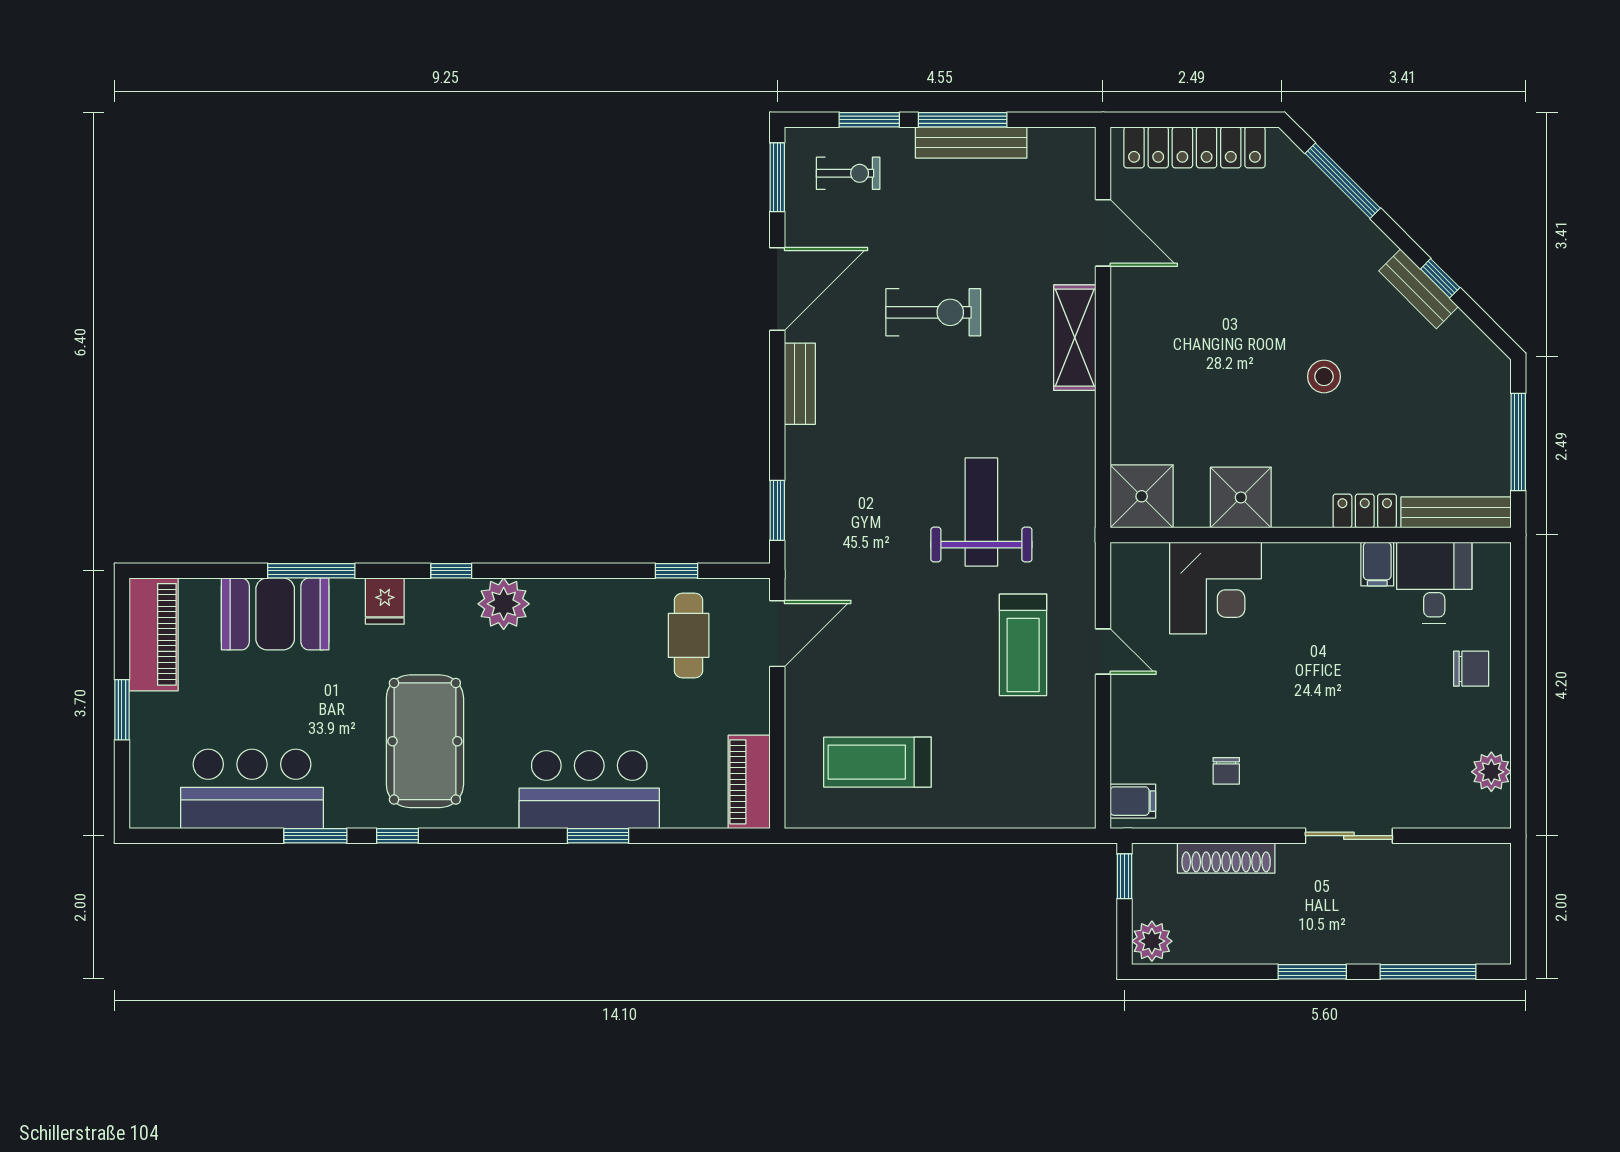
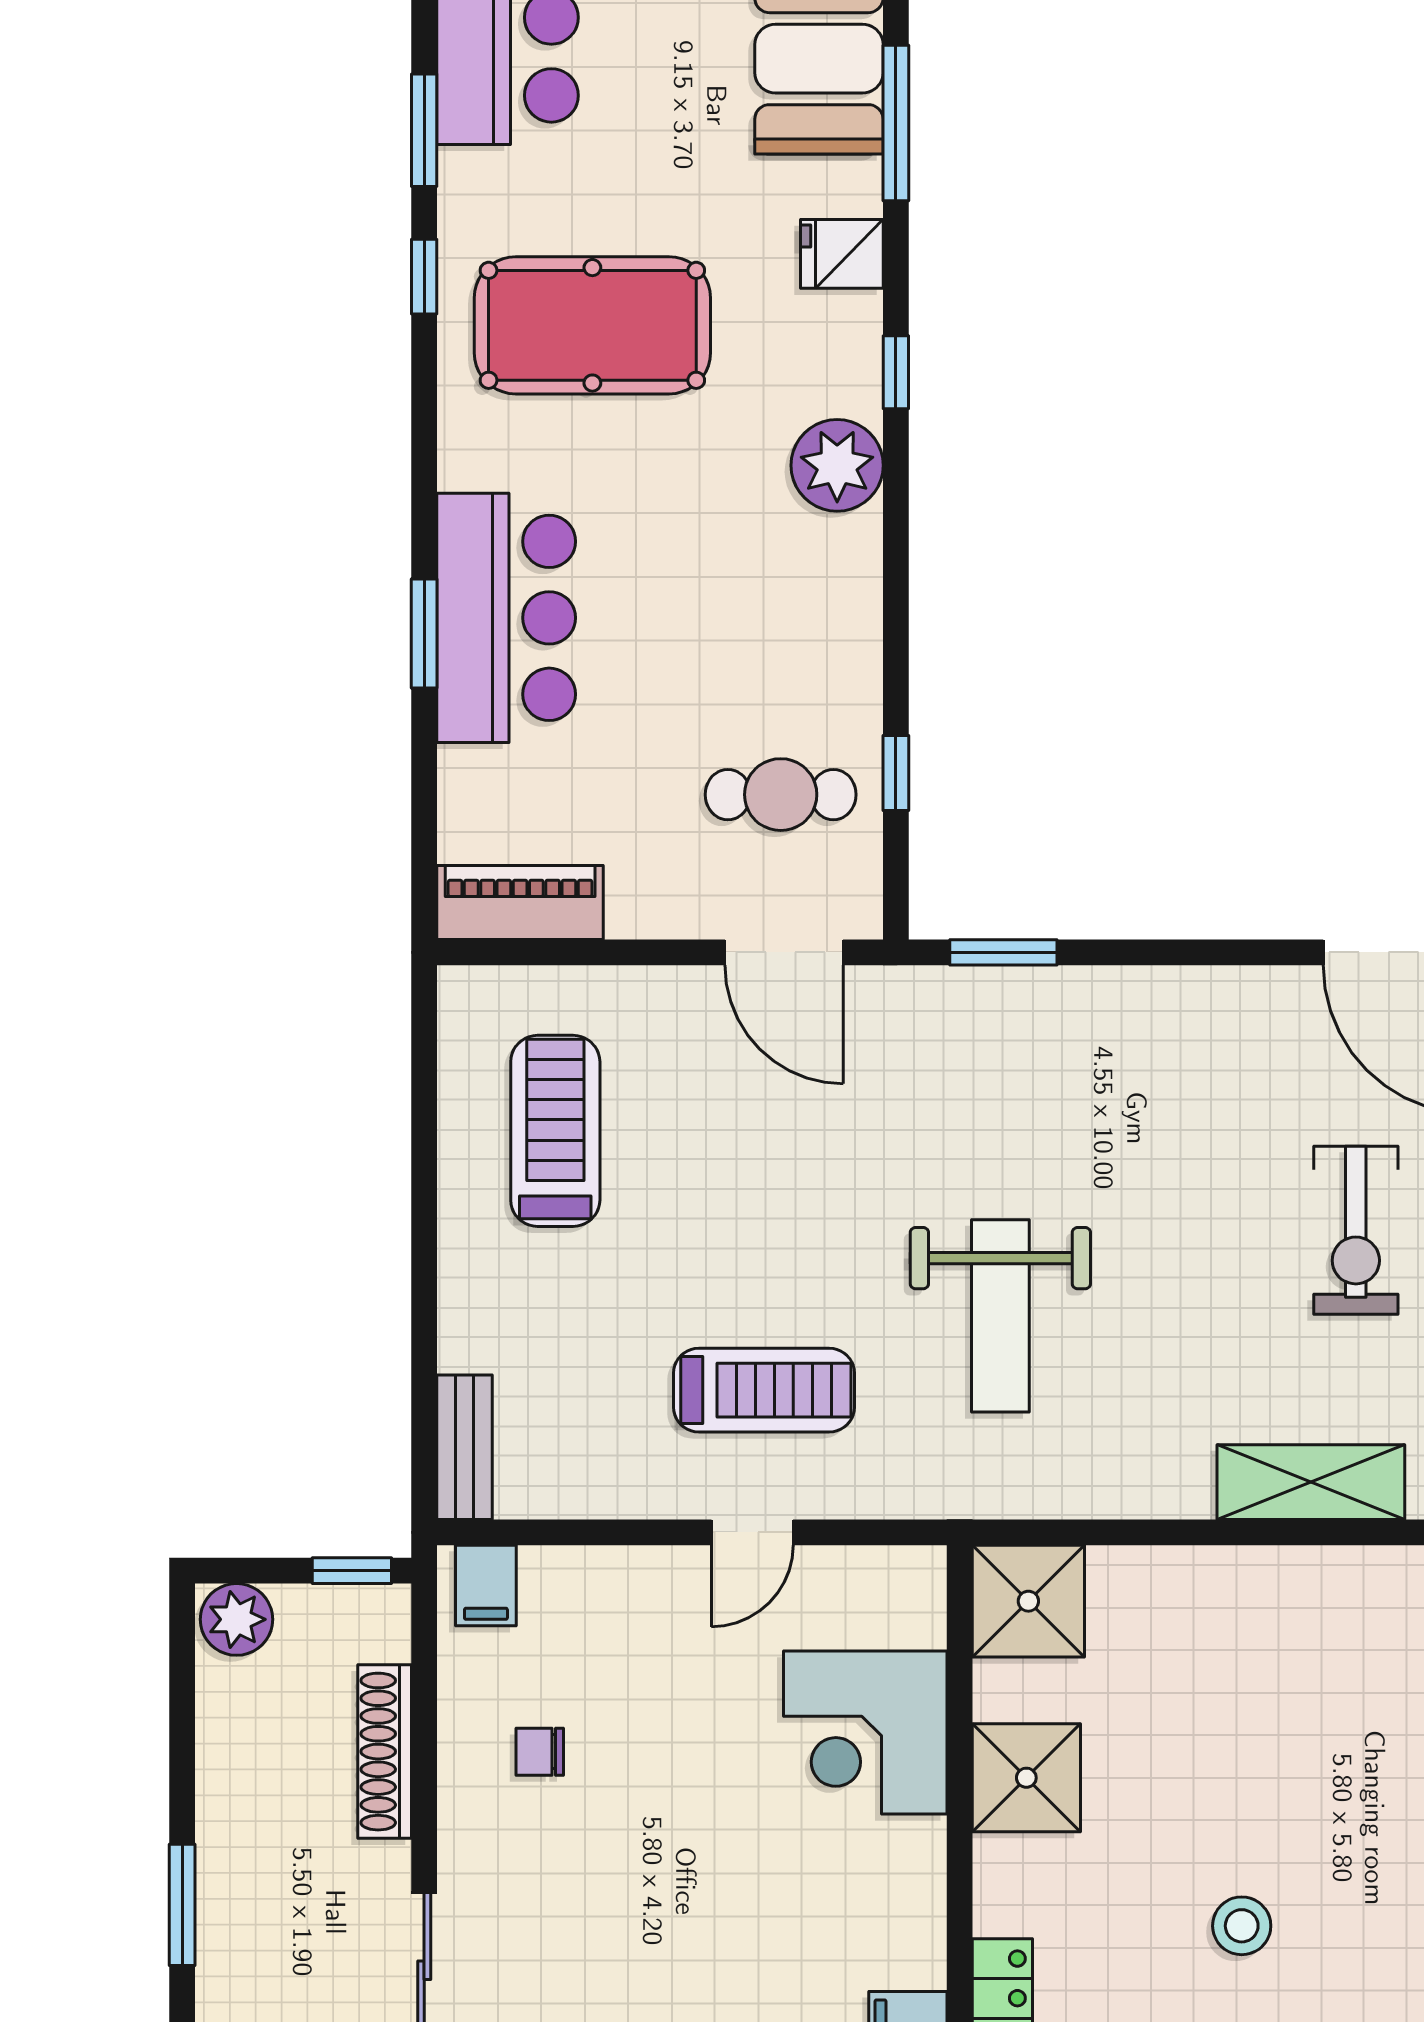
bench: (800, 384) -> (465, 1447), moved, turned 90
weight bench: (981, 512) -> (1000, 1316), turned 90
treadmill: (1023, 645) -> (764, 1390), turned 180

